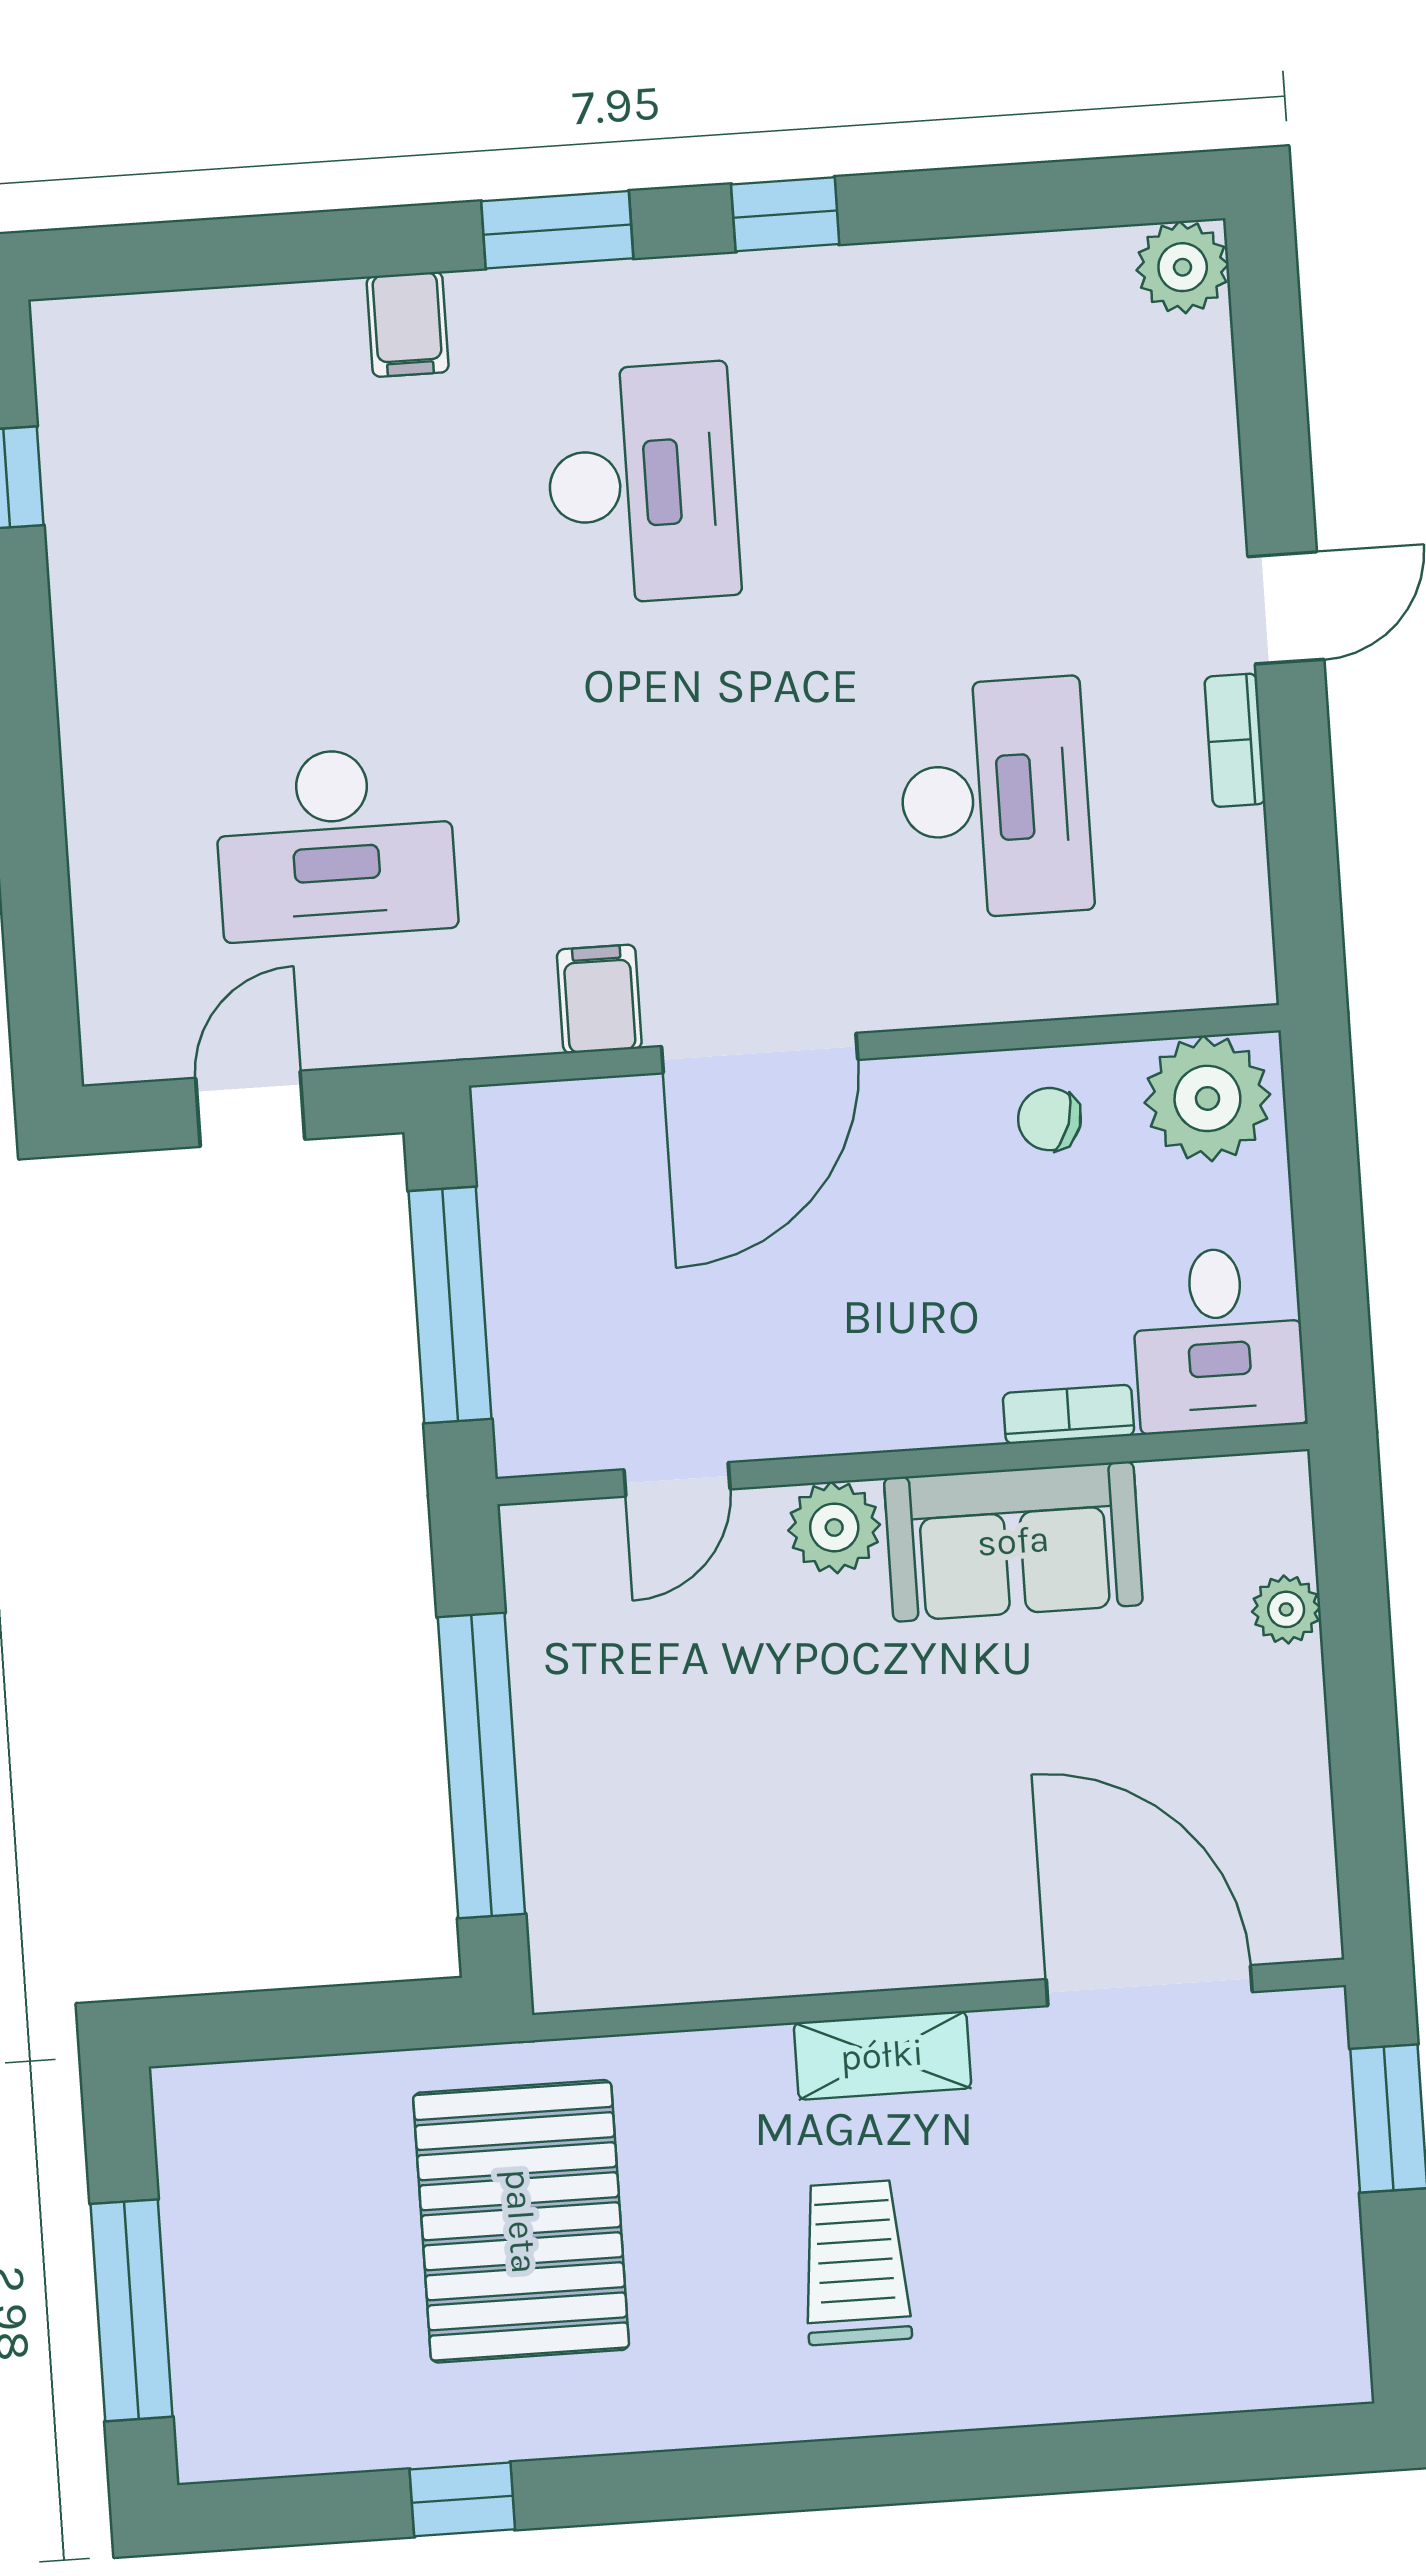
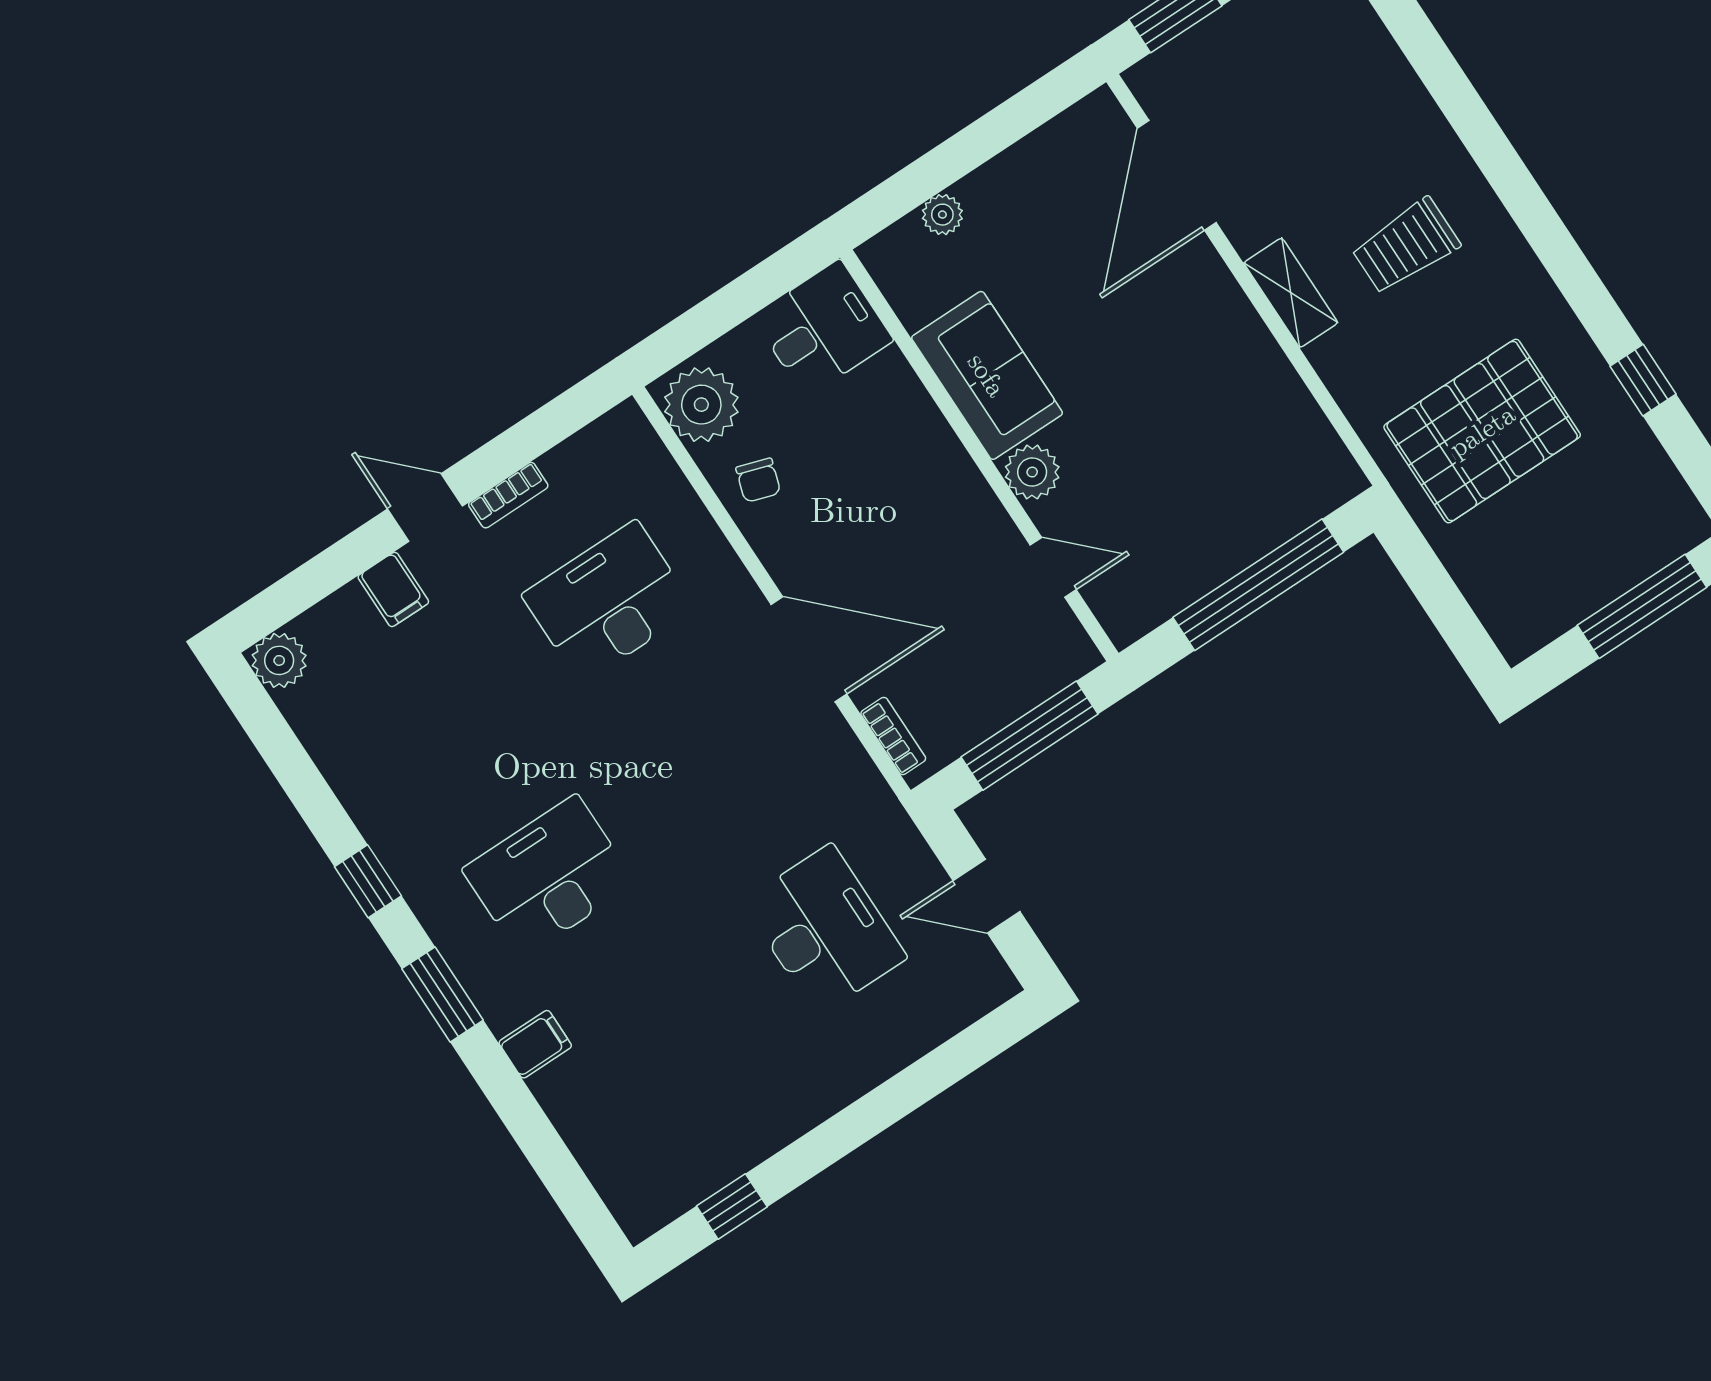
filing cabinet: (599, 999) -> (393, 589), moved, turned -90
bookcase: (1069, 1414) -> (893, 736), moved, turned 180

